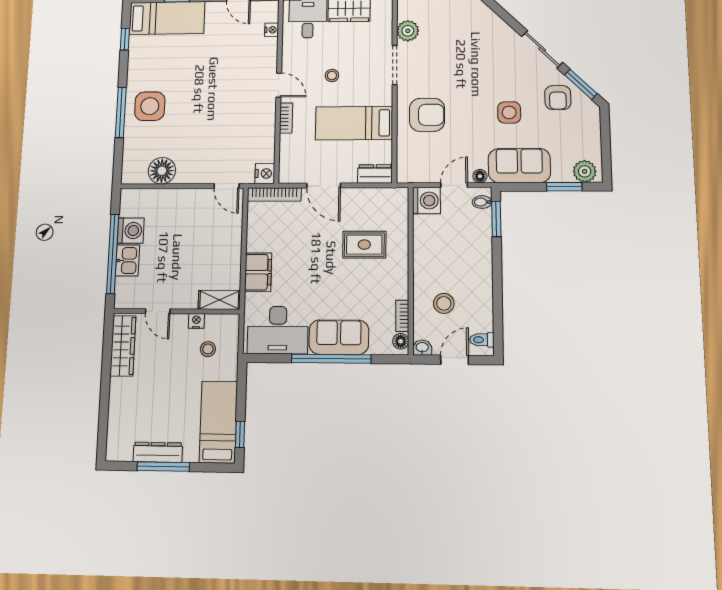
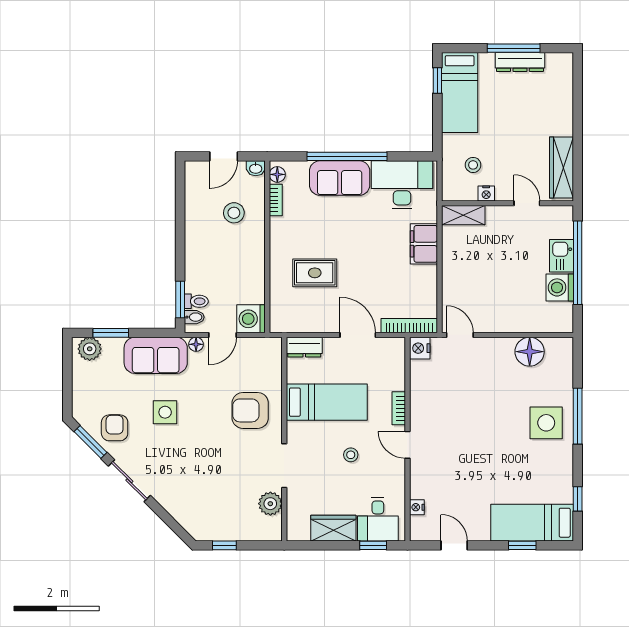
toilet: (482, 340) -> (196, 301), moved

